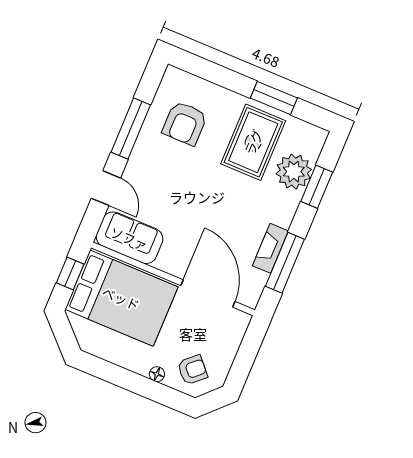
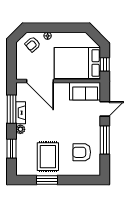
armchair: (185, 123) -> (82, 152), turned -90
plant: (294, 172) -> (20, 129), moved, width x0.53, depth x0.53
door: (106, 188) -> (105, 109), swing flipped

